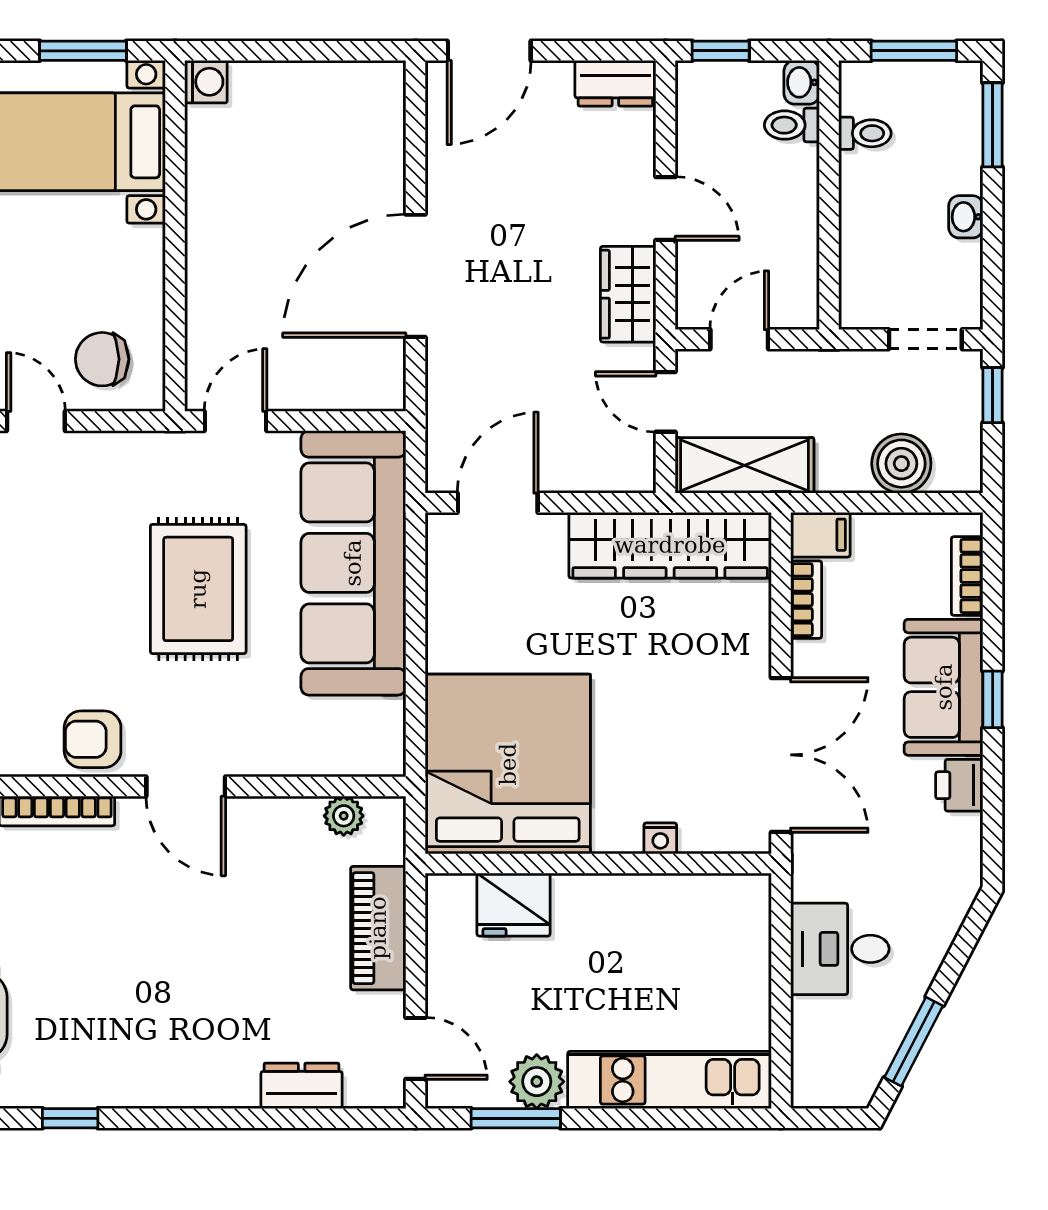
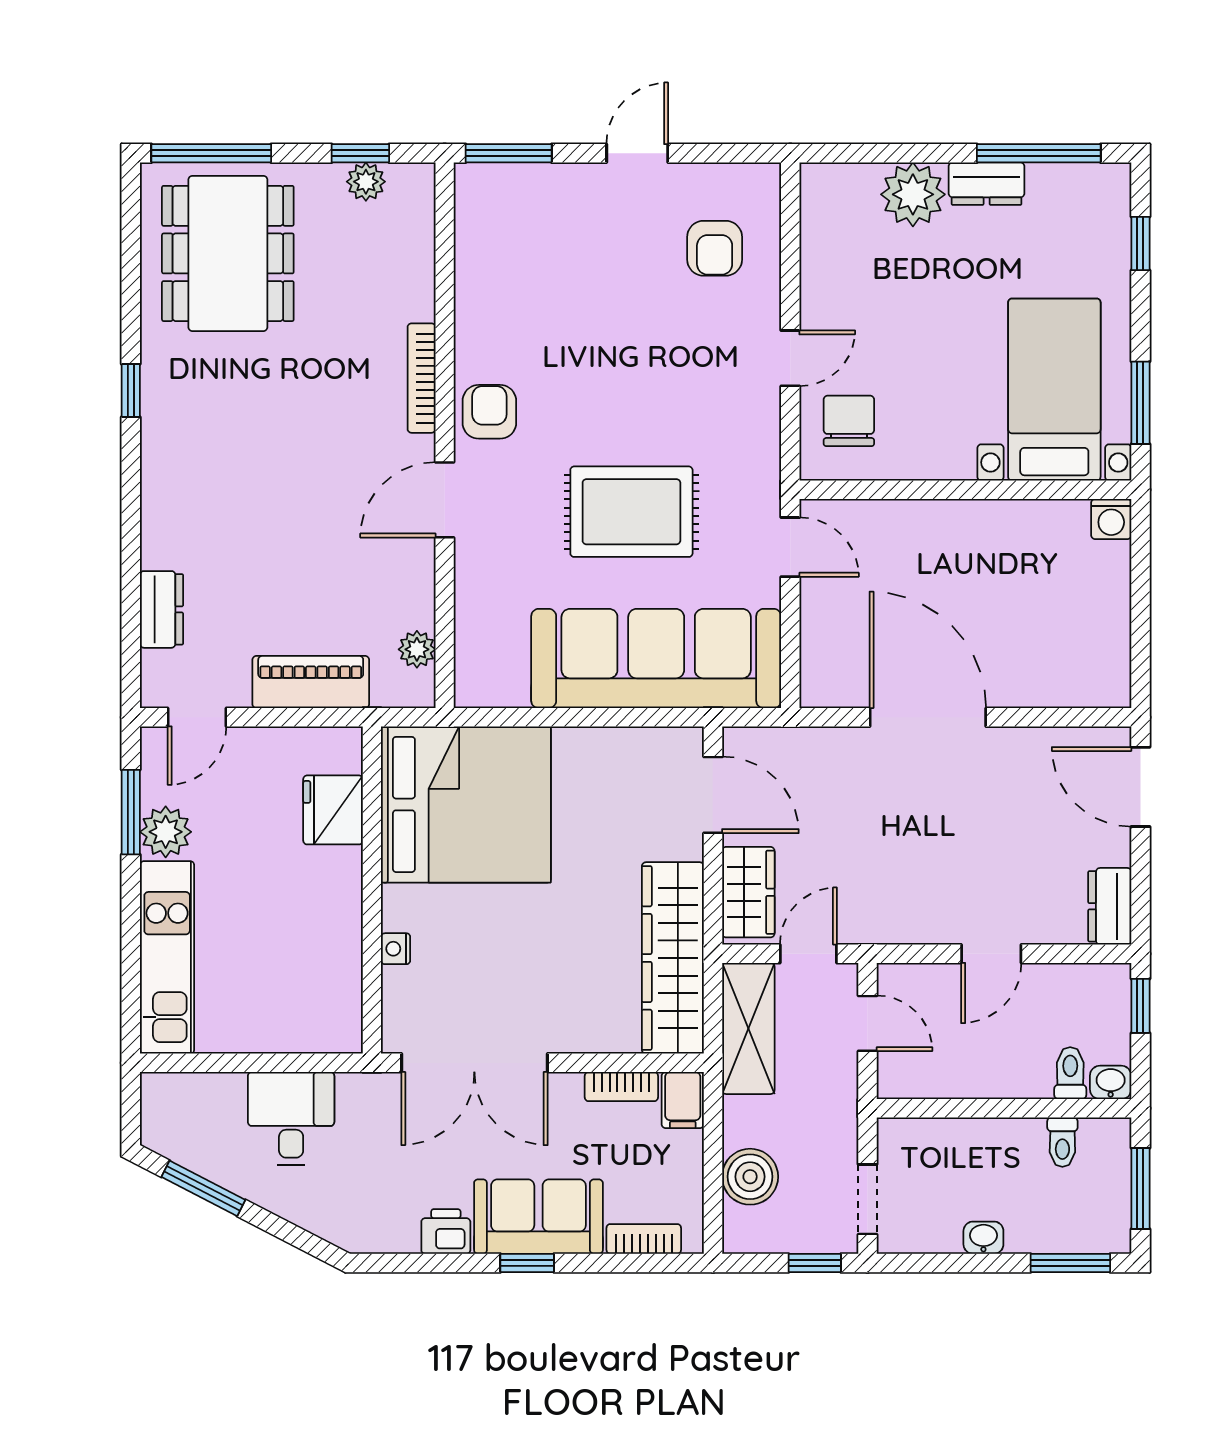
wardrobe: (628, 294) -> (748, 892), moved, turned 90

